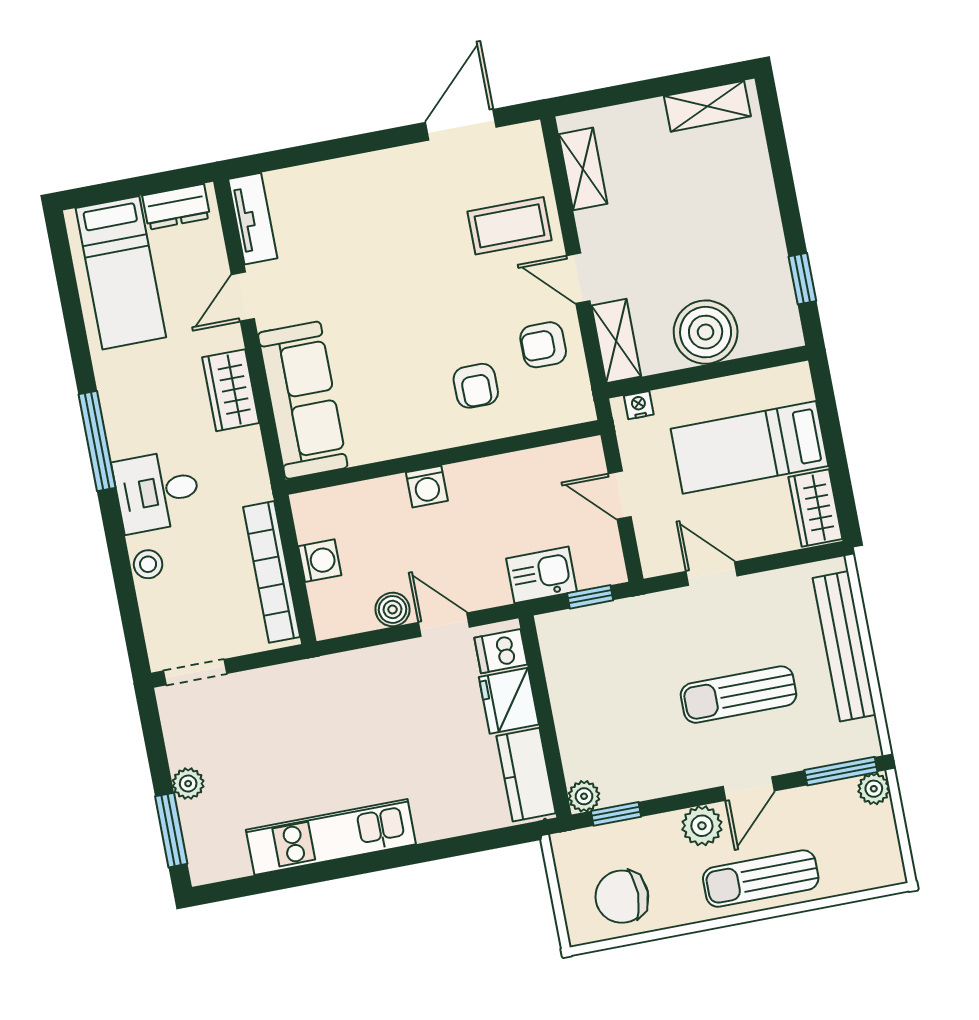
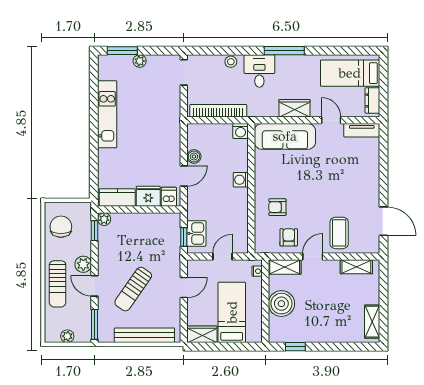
washing machine: (320, 561) -> (241, 131), moved
kitchen sink: (542, 575) -> (196, 233), moved
sun lounger: (739, 695) -> (133, 289), turned -145
plant: (874, 789) -> (67, 336), moved
sun lounger: (761, 879) -> (58, 284), turned 180

